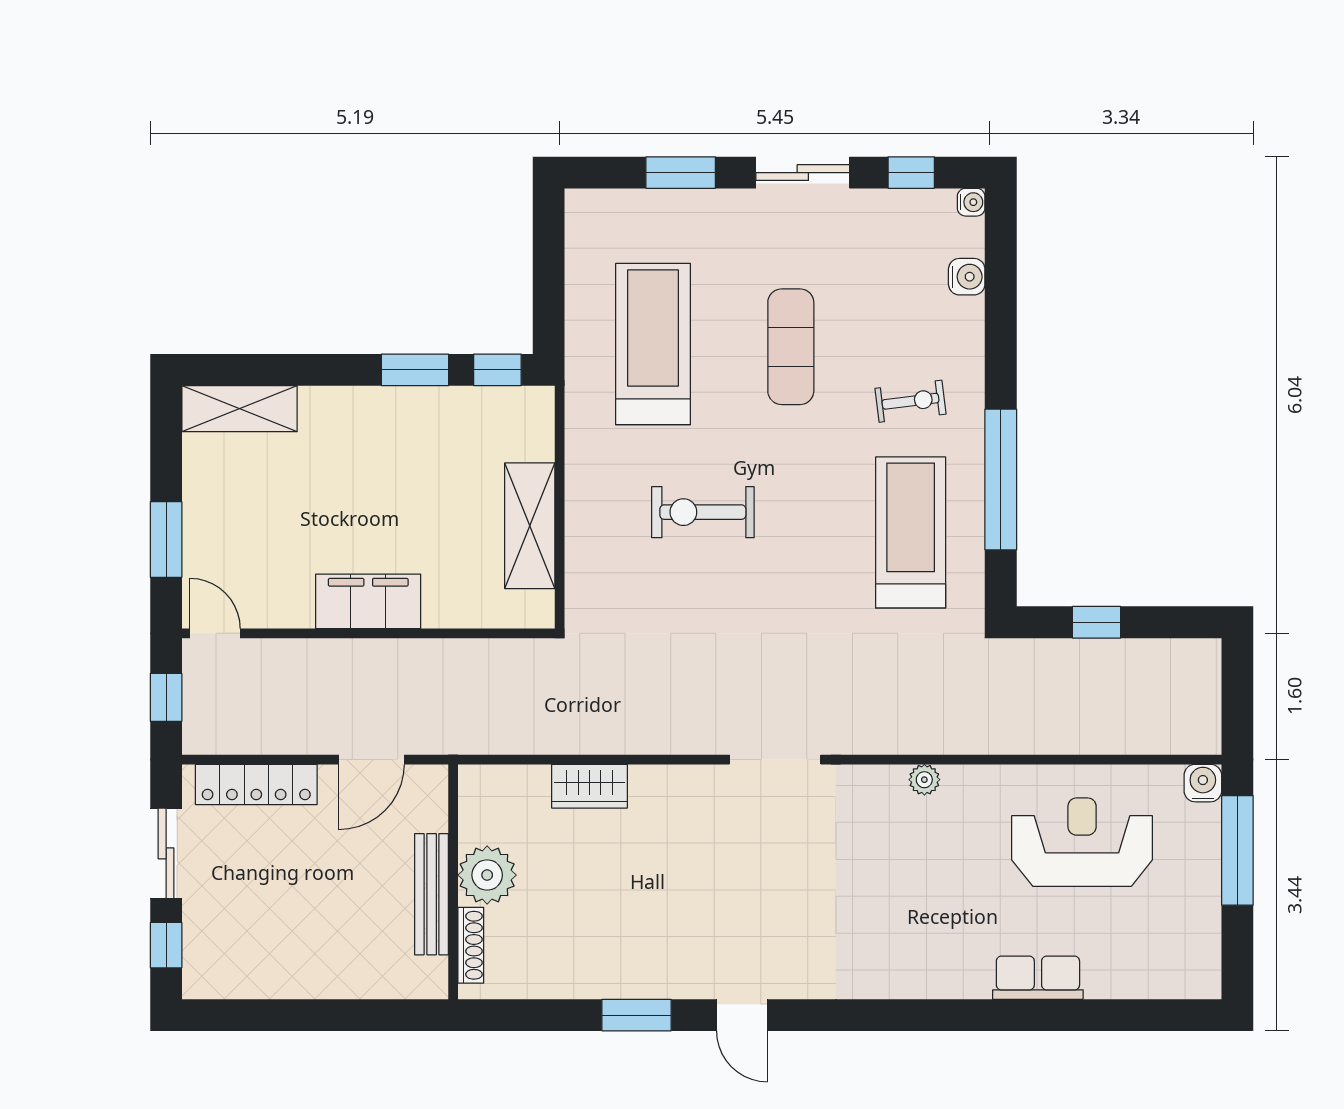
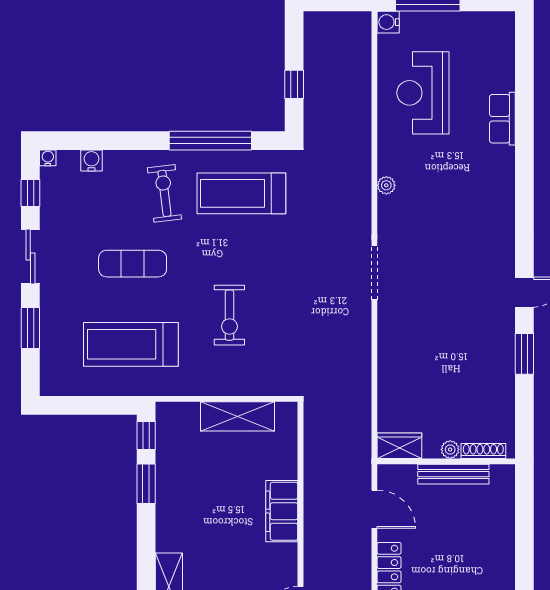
exercise bike: (911, 401) -> (164, 193), width x1.38, depth x1.39
wardrobe: (589, 786) -> (399, 446), moved, turned -90
plant: (487, 875) -> (450, 449), width x0.53, depth x0.53

